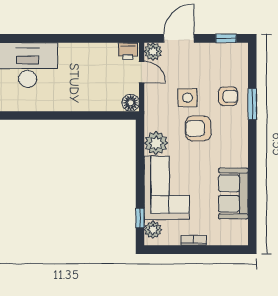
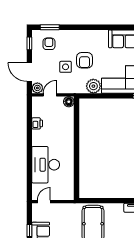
printer: (128, 51) -> (37, 123), moved
armchair: (228, 96) -> (49, 44), moved
window: (252, 104) -> (50, 27), moved

